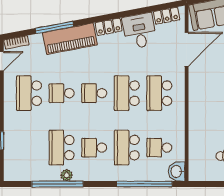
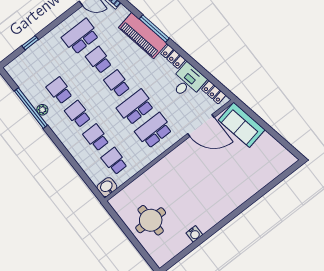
window: (54, 27) -> (154, 28), moved
school desk: (62, 148) -> (60, 91), width x0.54
school desk: (127, 148) -> (96, 138), width x0.54
window: (144, 184) -> (80, 171), removed

